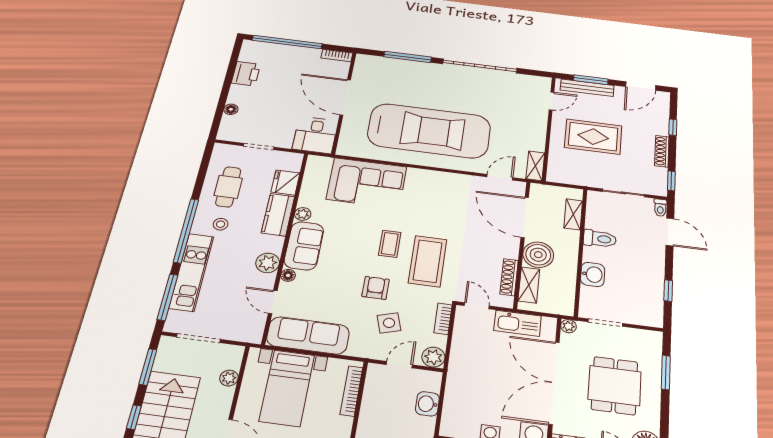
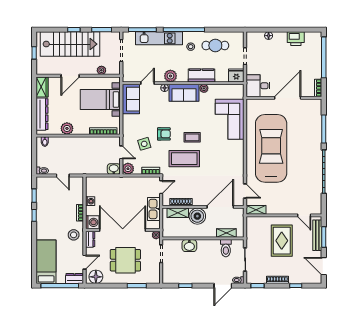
car: (429, 131) -> (271, 148), turned 180
fridge: (285, 182) -> (236, 75), moved
toilet: (600, 239) -> (226, 248), moved
sofa: (308, 335) -> (131, 99), width x0.73
washbasin: (427, 404) -> (114, 169), moved

